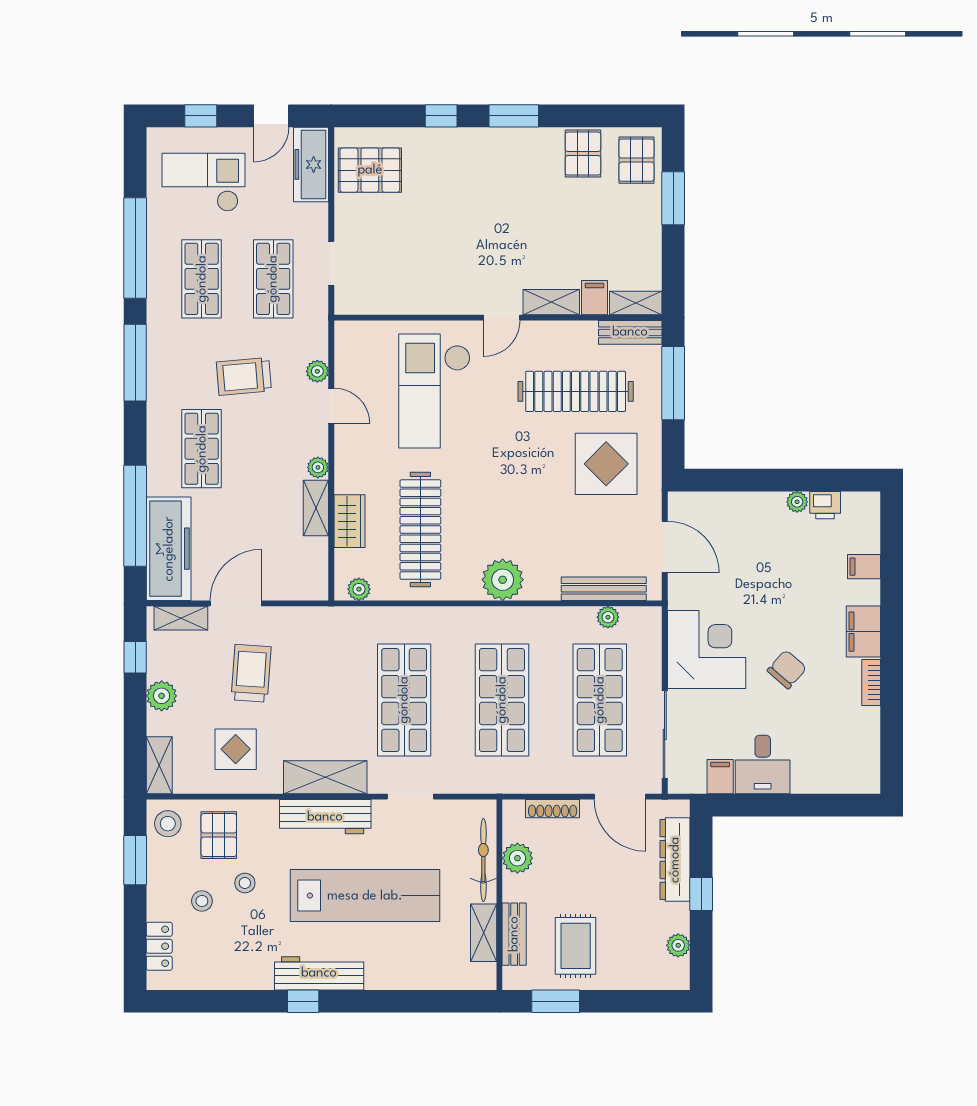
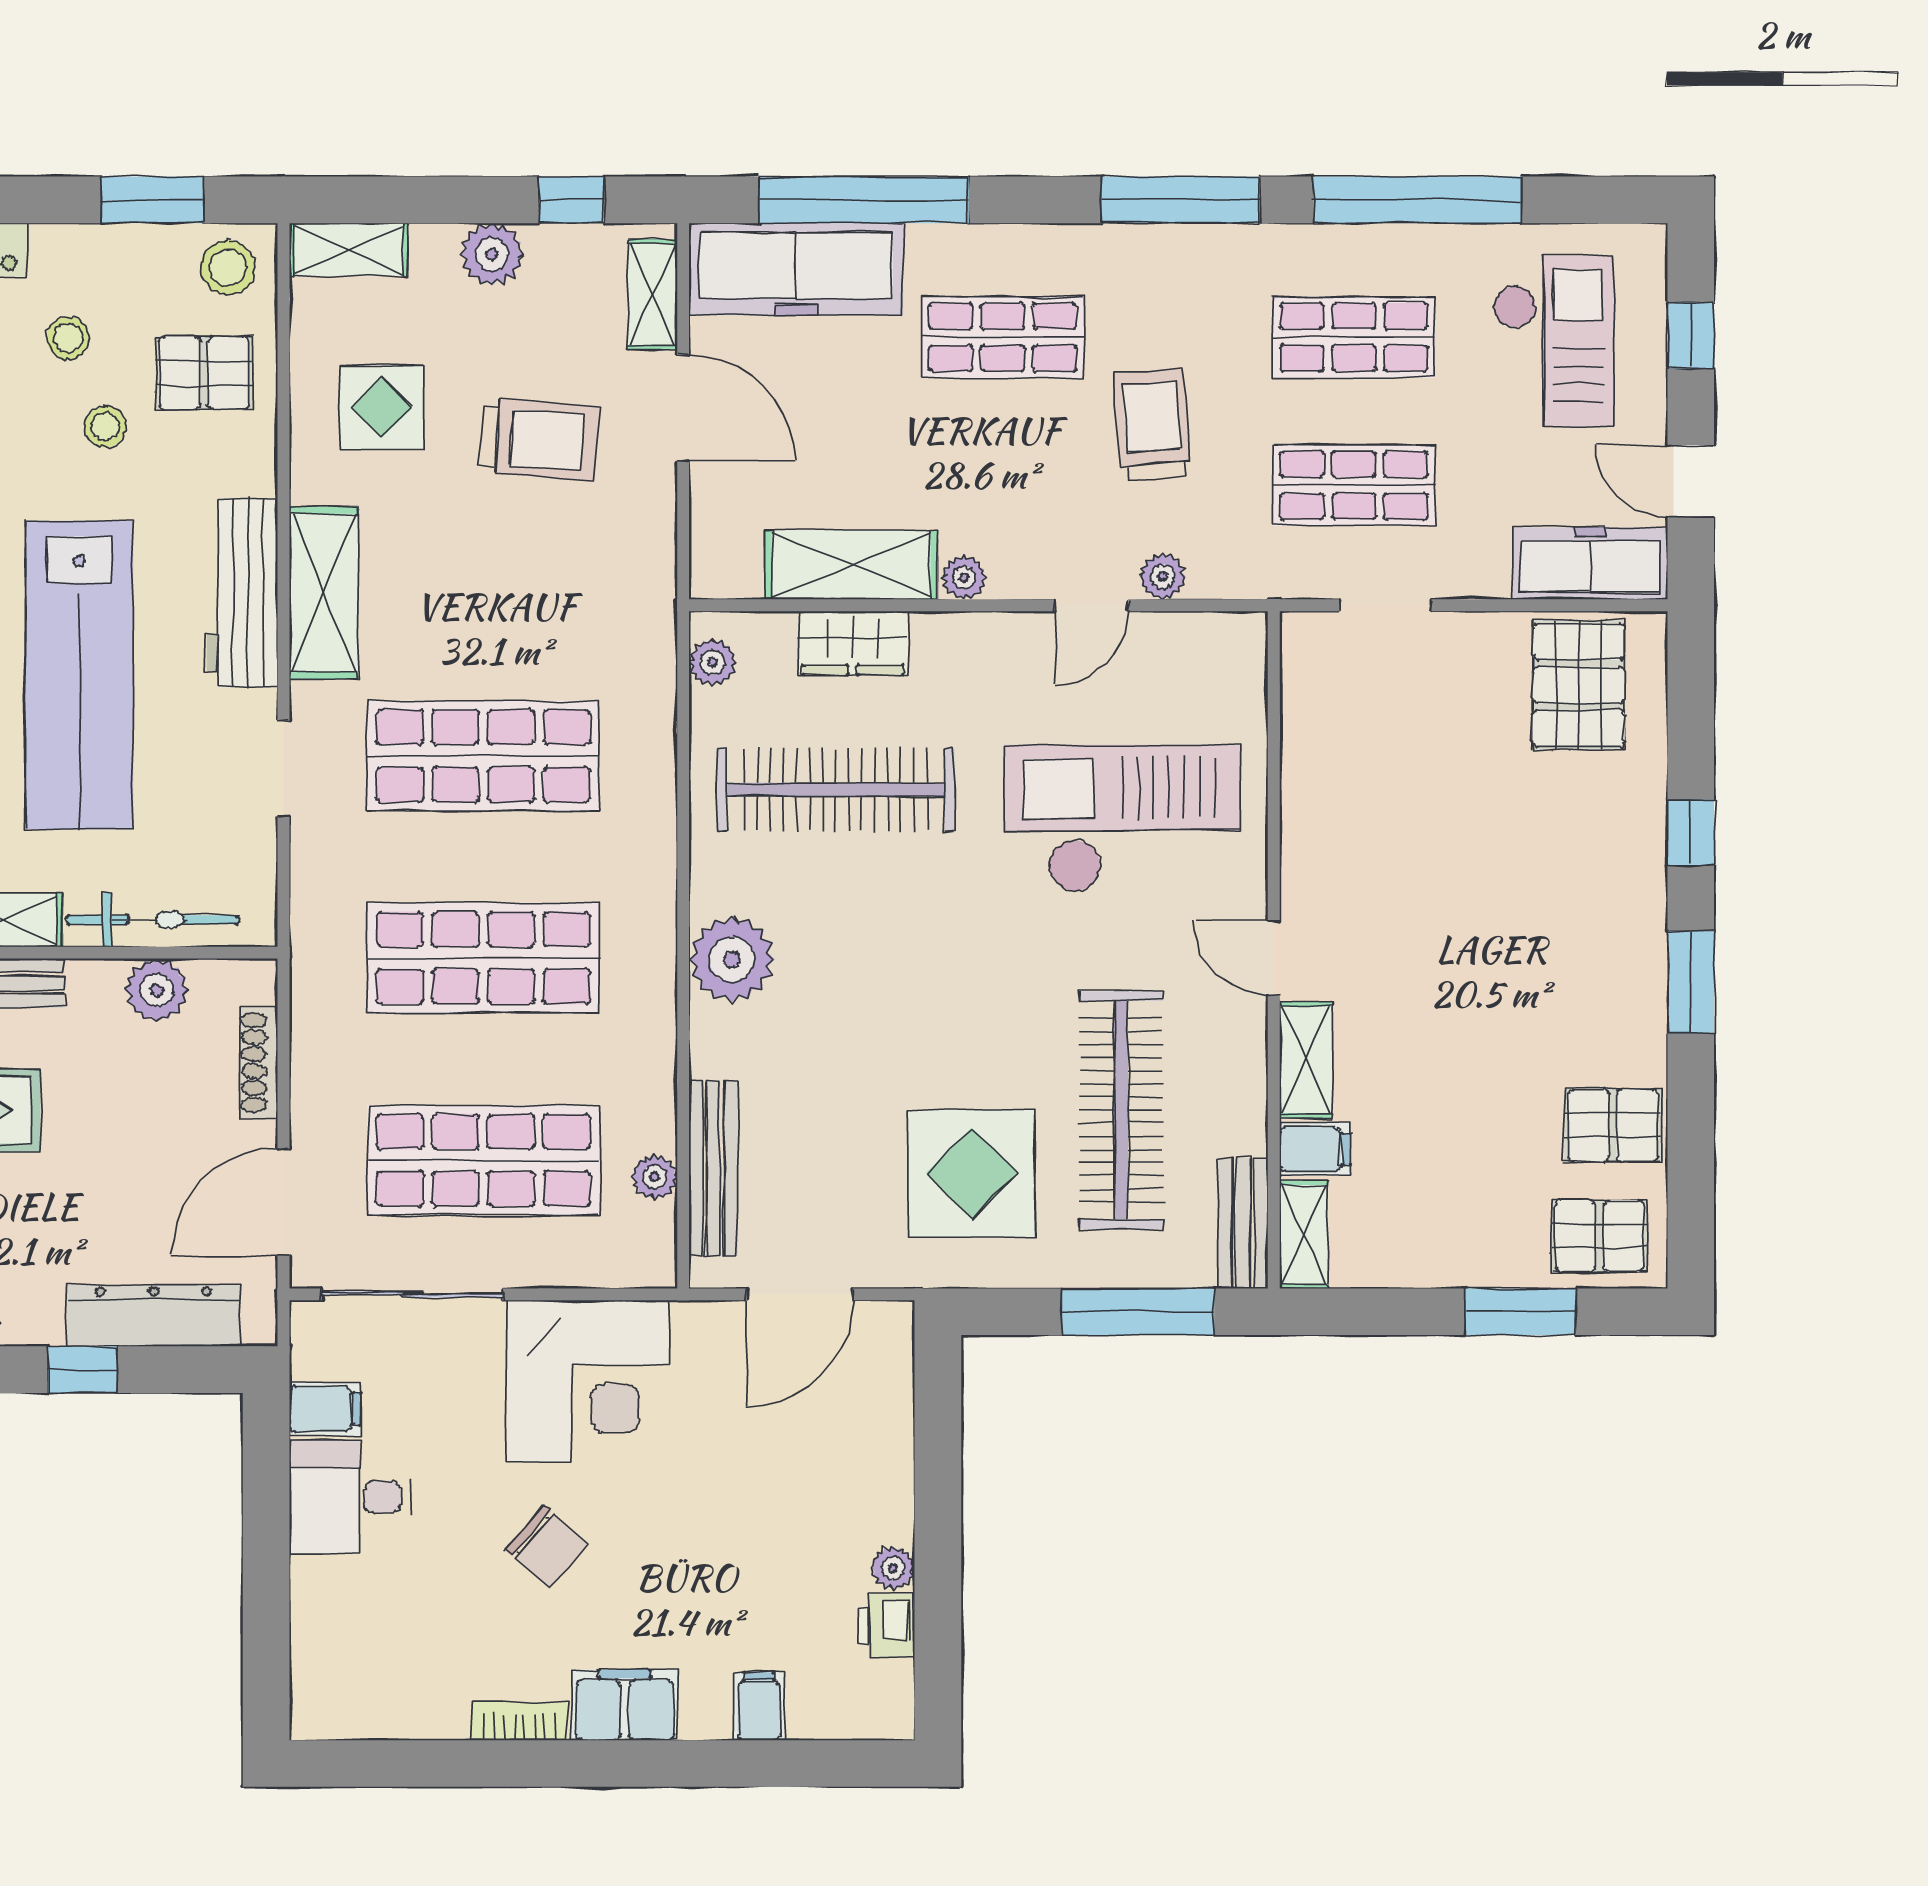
shelving: (316, 508) -> (851, 565), width x1.50, depth x1.33

